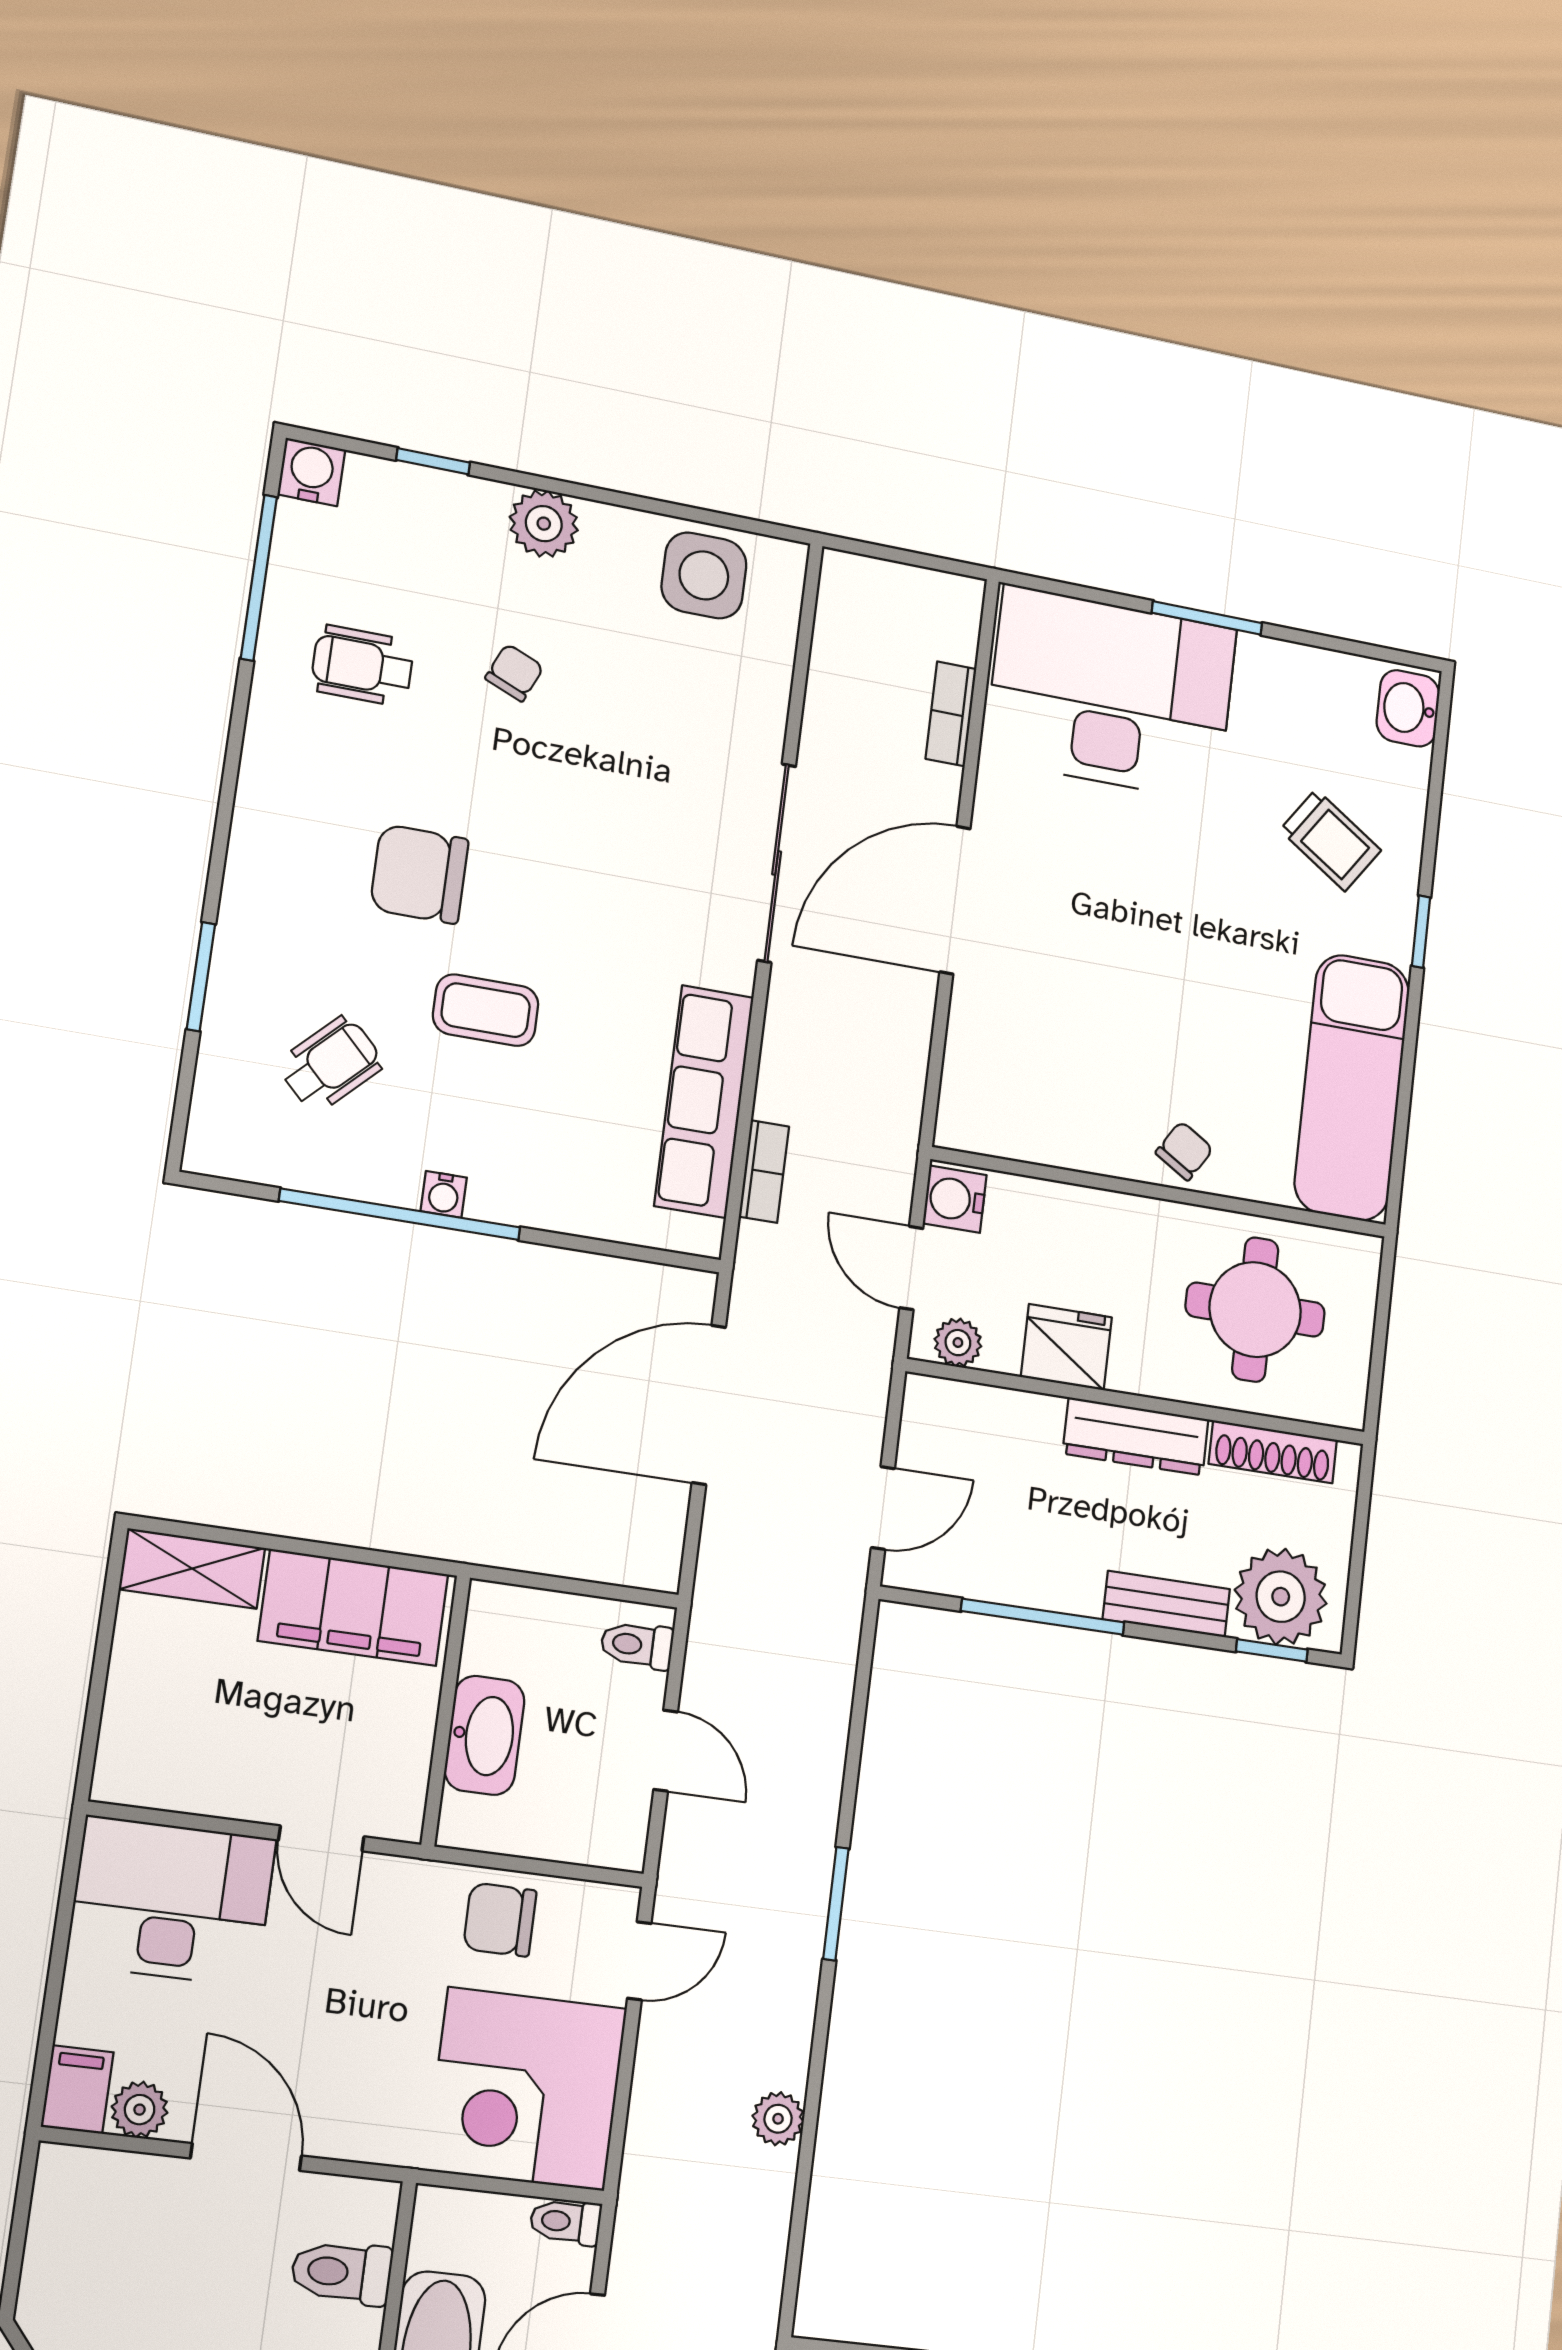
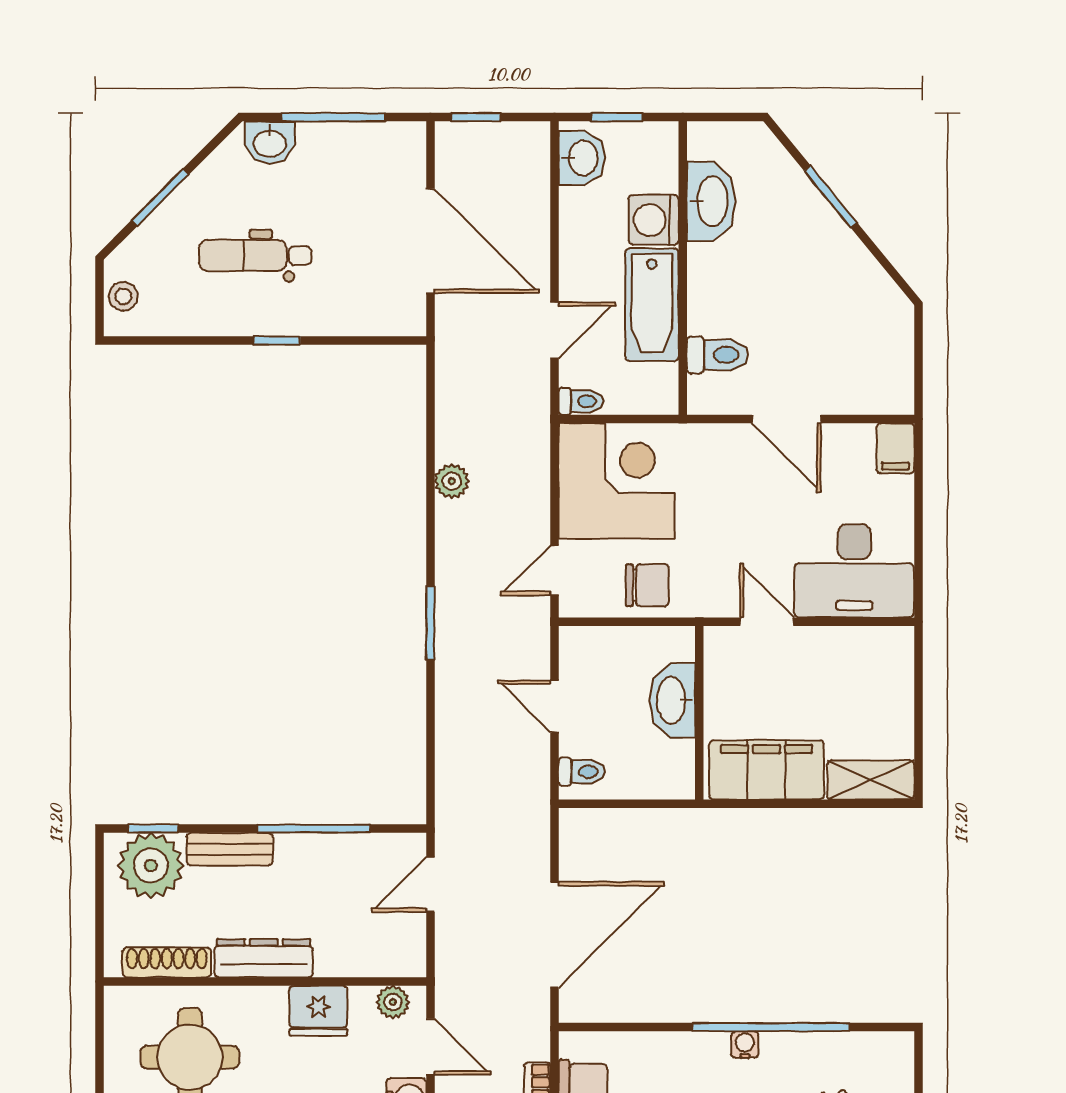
plant: (140, 2110) -> (856, 441), removed

